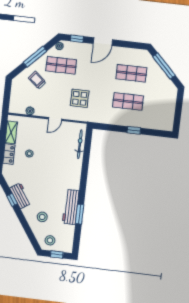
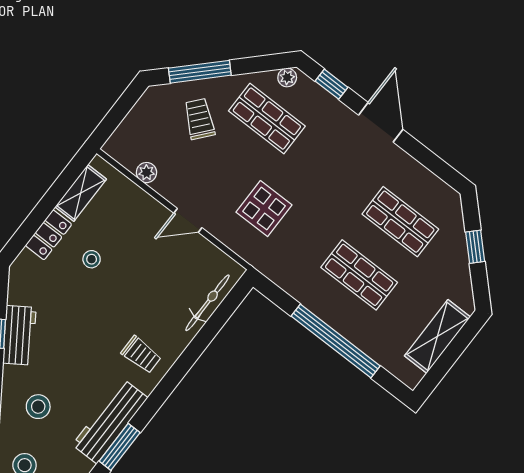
door: (103, 42) -> (381, 122), swing flipped
window: (35, 57) -> (200, 72), moved
window: (164, 66) -> (475, 247), width x0.46
shelving: (170, 107) -> (437, 336), added
window: (134, 130) -> (336, 341), width x3.17
trolley: (67, 177) -> (141, 355), added

